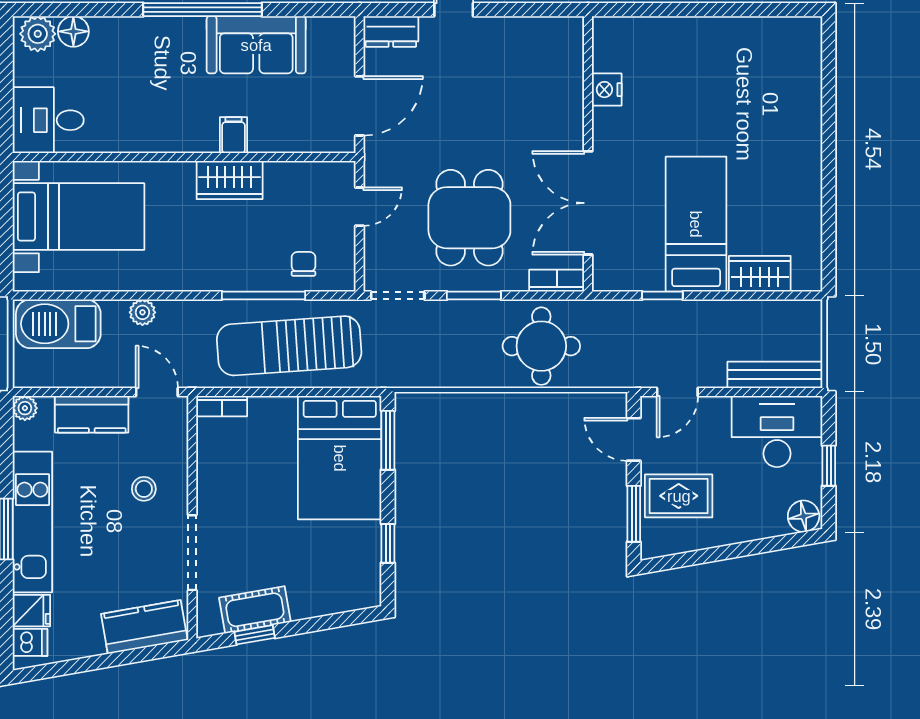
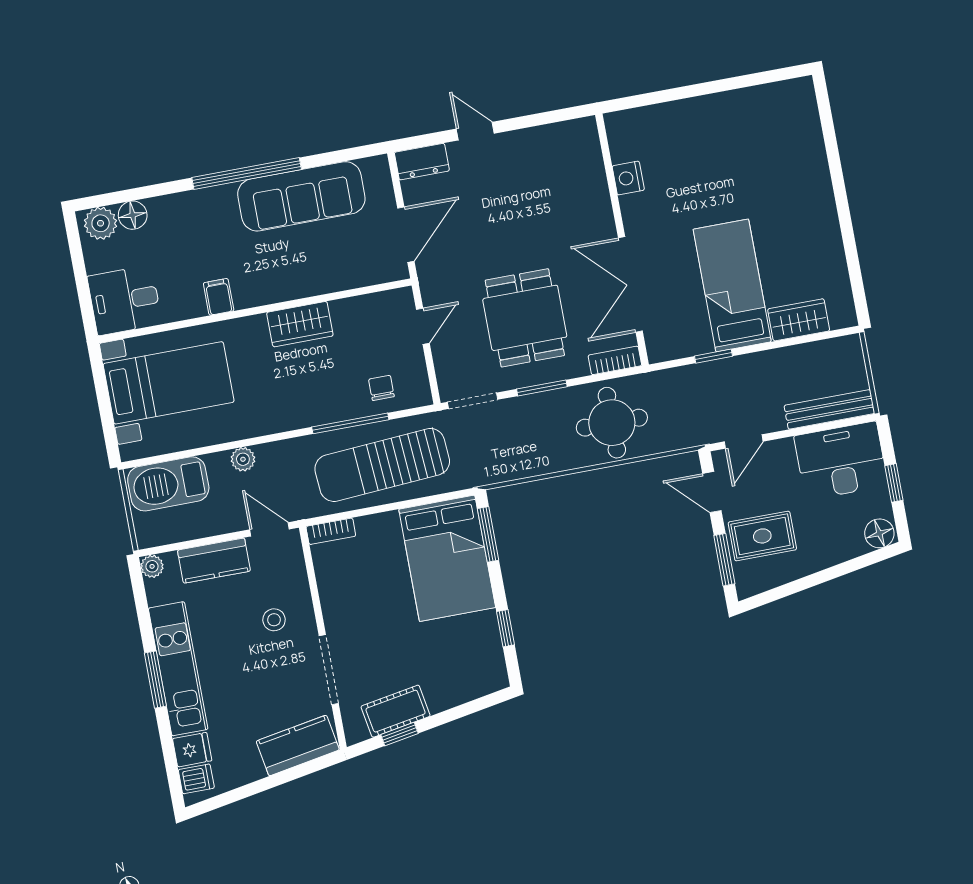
sofa: (256, 45) -> (301, 196), width x1.36
filing cabinet: (233, 135) -> (219, 297), moved

